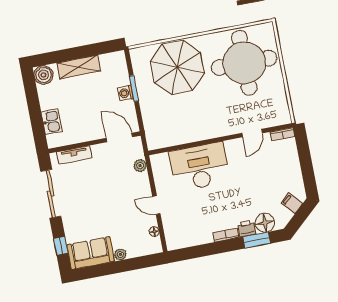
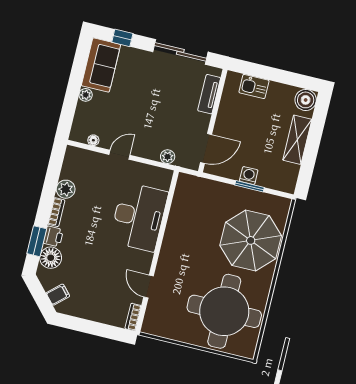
plant: (204, 236) -> (66, 189), added

